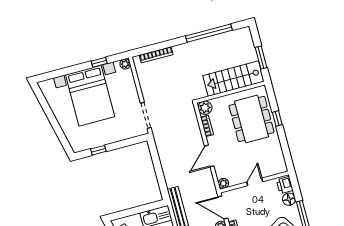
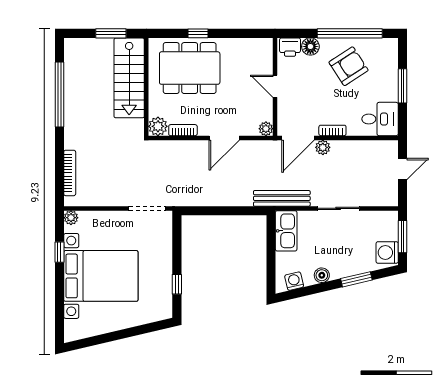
door: (209, 156) -> (224, 138), hinge flipped

